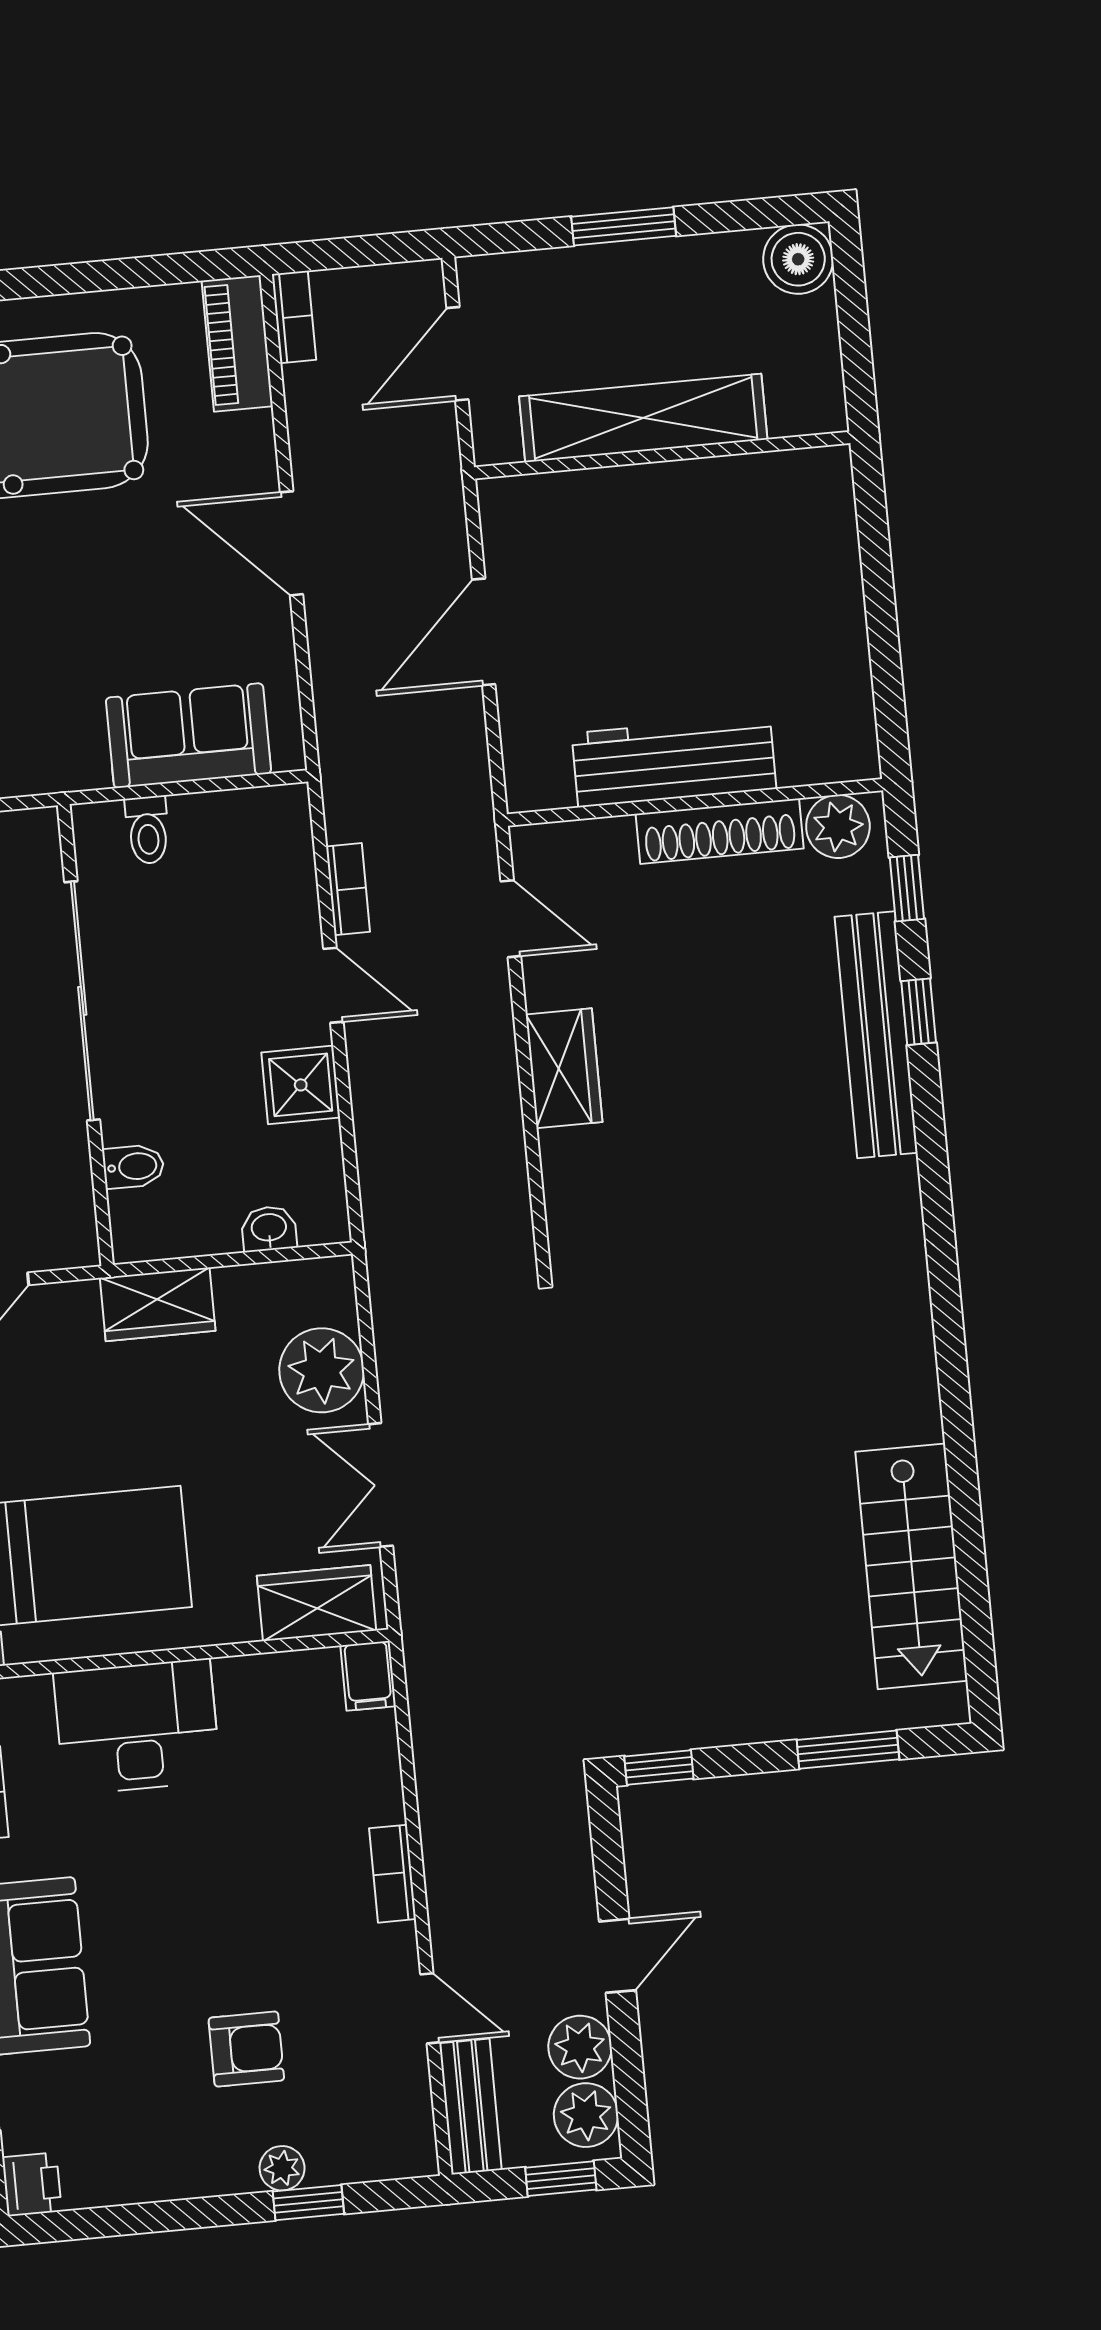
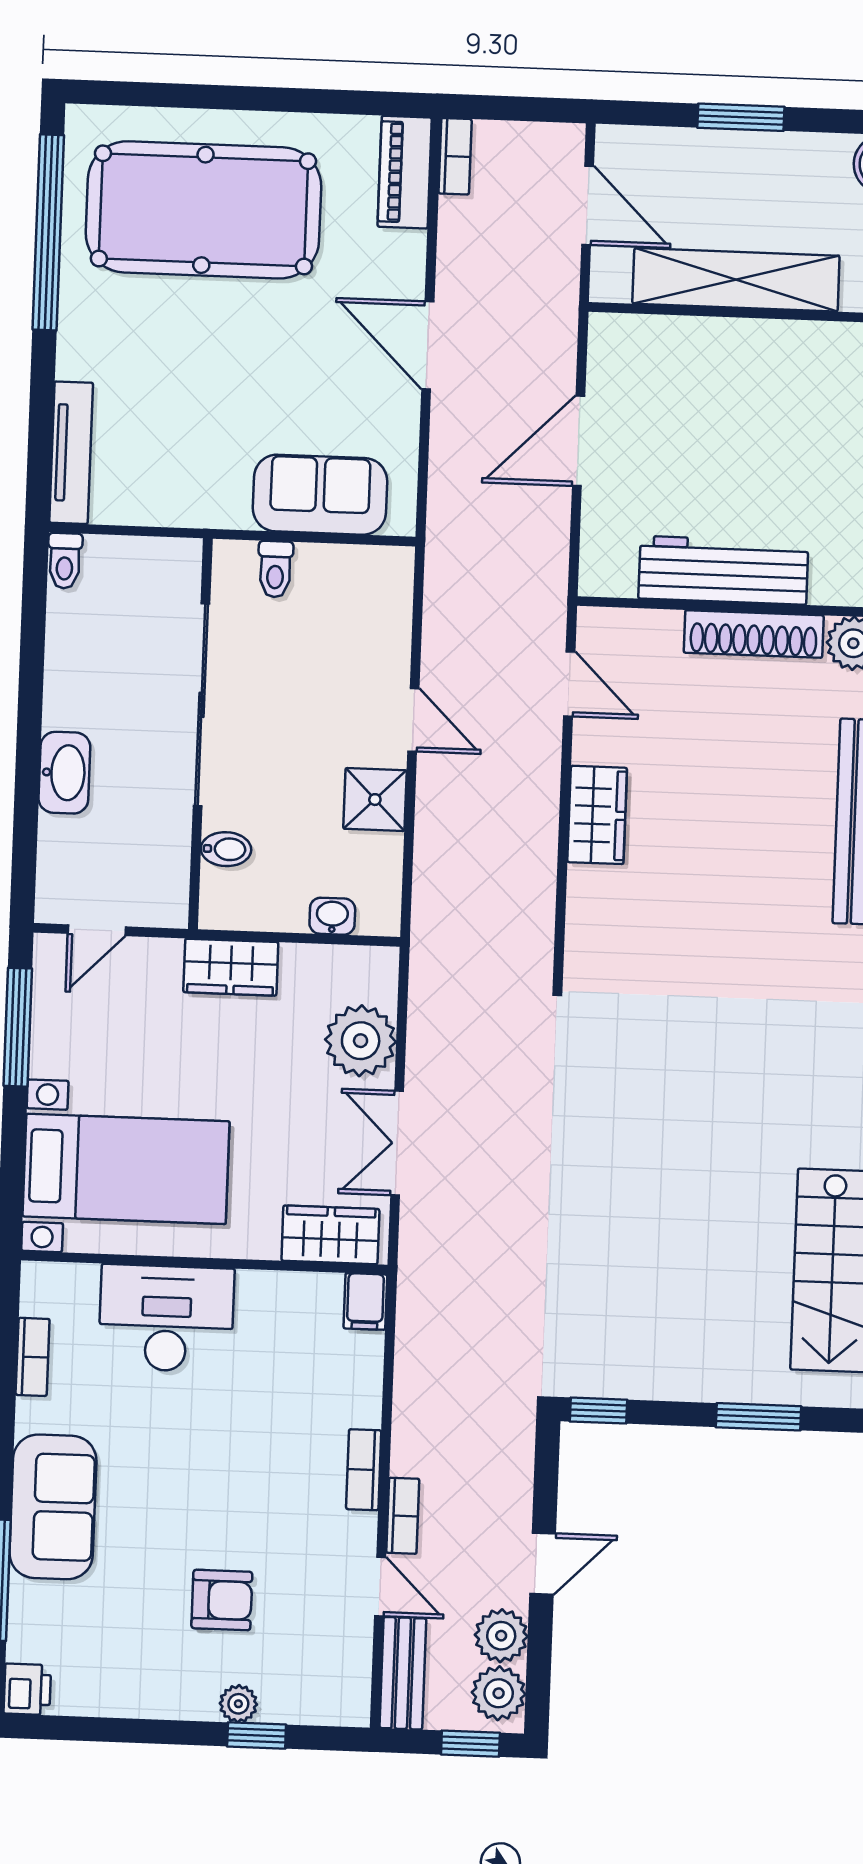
door: (457, 354) -> (588, 205), swing flipped
bookcase: (348, 889) -> (403, 1516), moved

